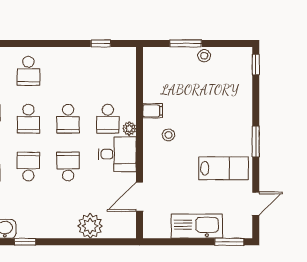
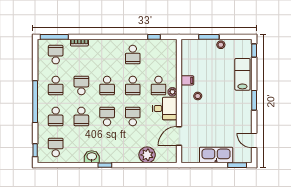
school desk: (28, 71) -> (133, 55), moved
lab bench: (224, 168) -> (242, 74), moved, turned -90
door: (256, 204) -> (254, 140), swing flipped

